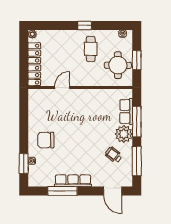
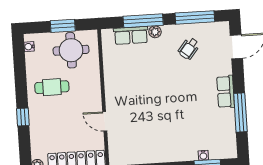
window: (85, 25) -> (23, 117), moved
plant: (124, 134) -> (155, 32), width x0.53, depth x0.53
chair: (46, 140) -> (175, 138), removed
row of seats: (73, 181) -> (226, 92), width x0.68

